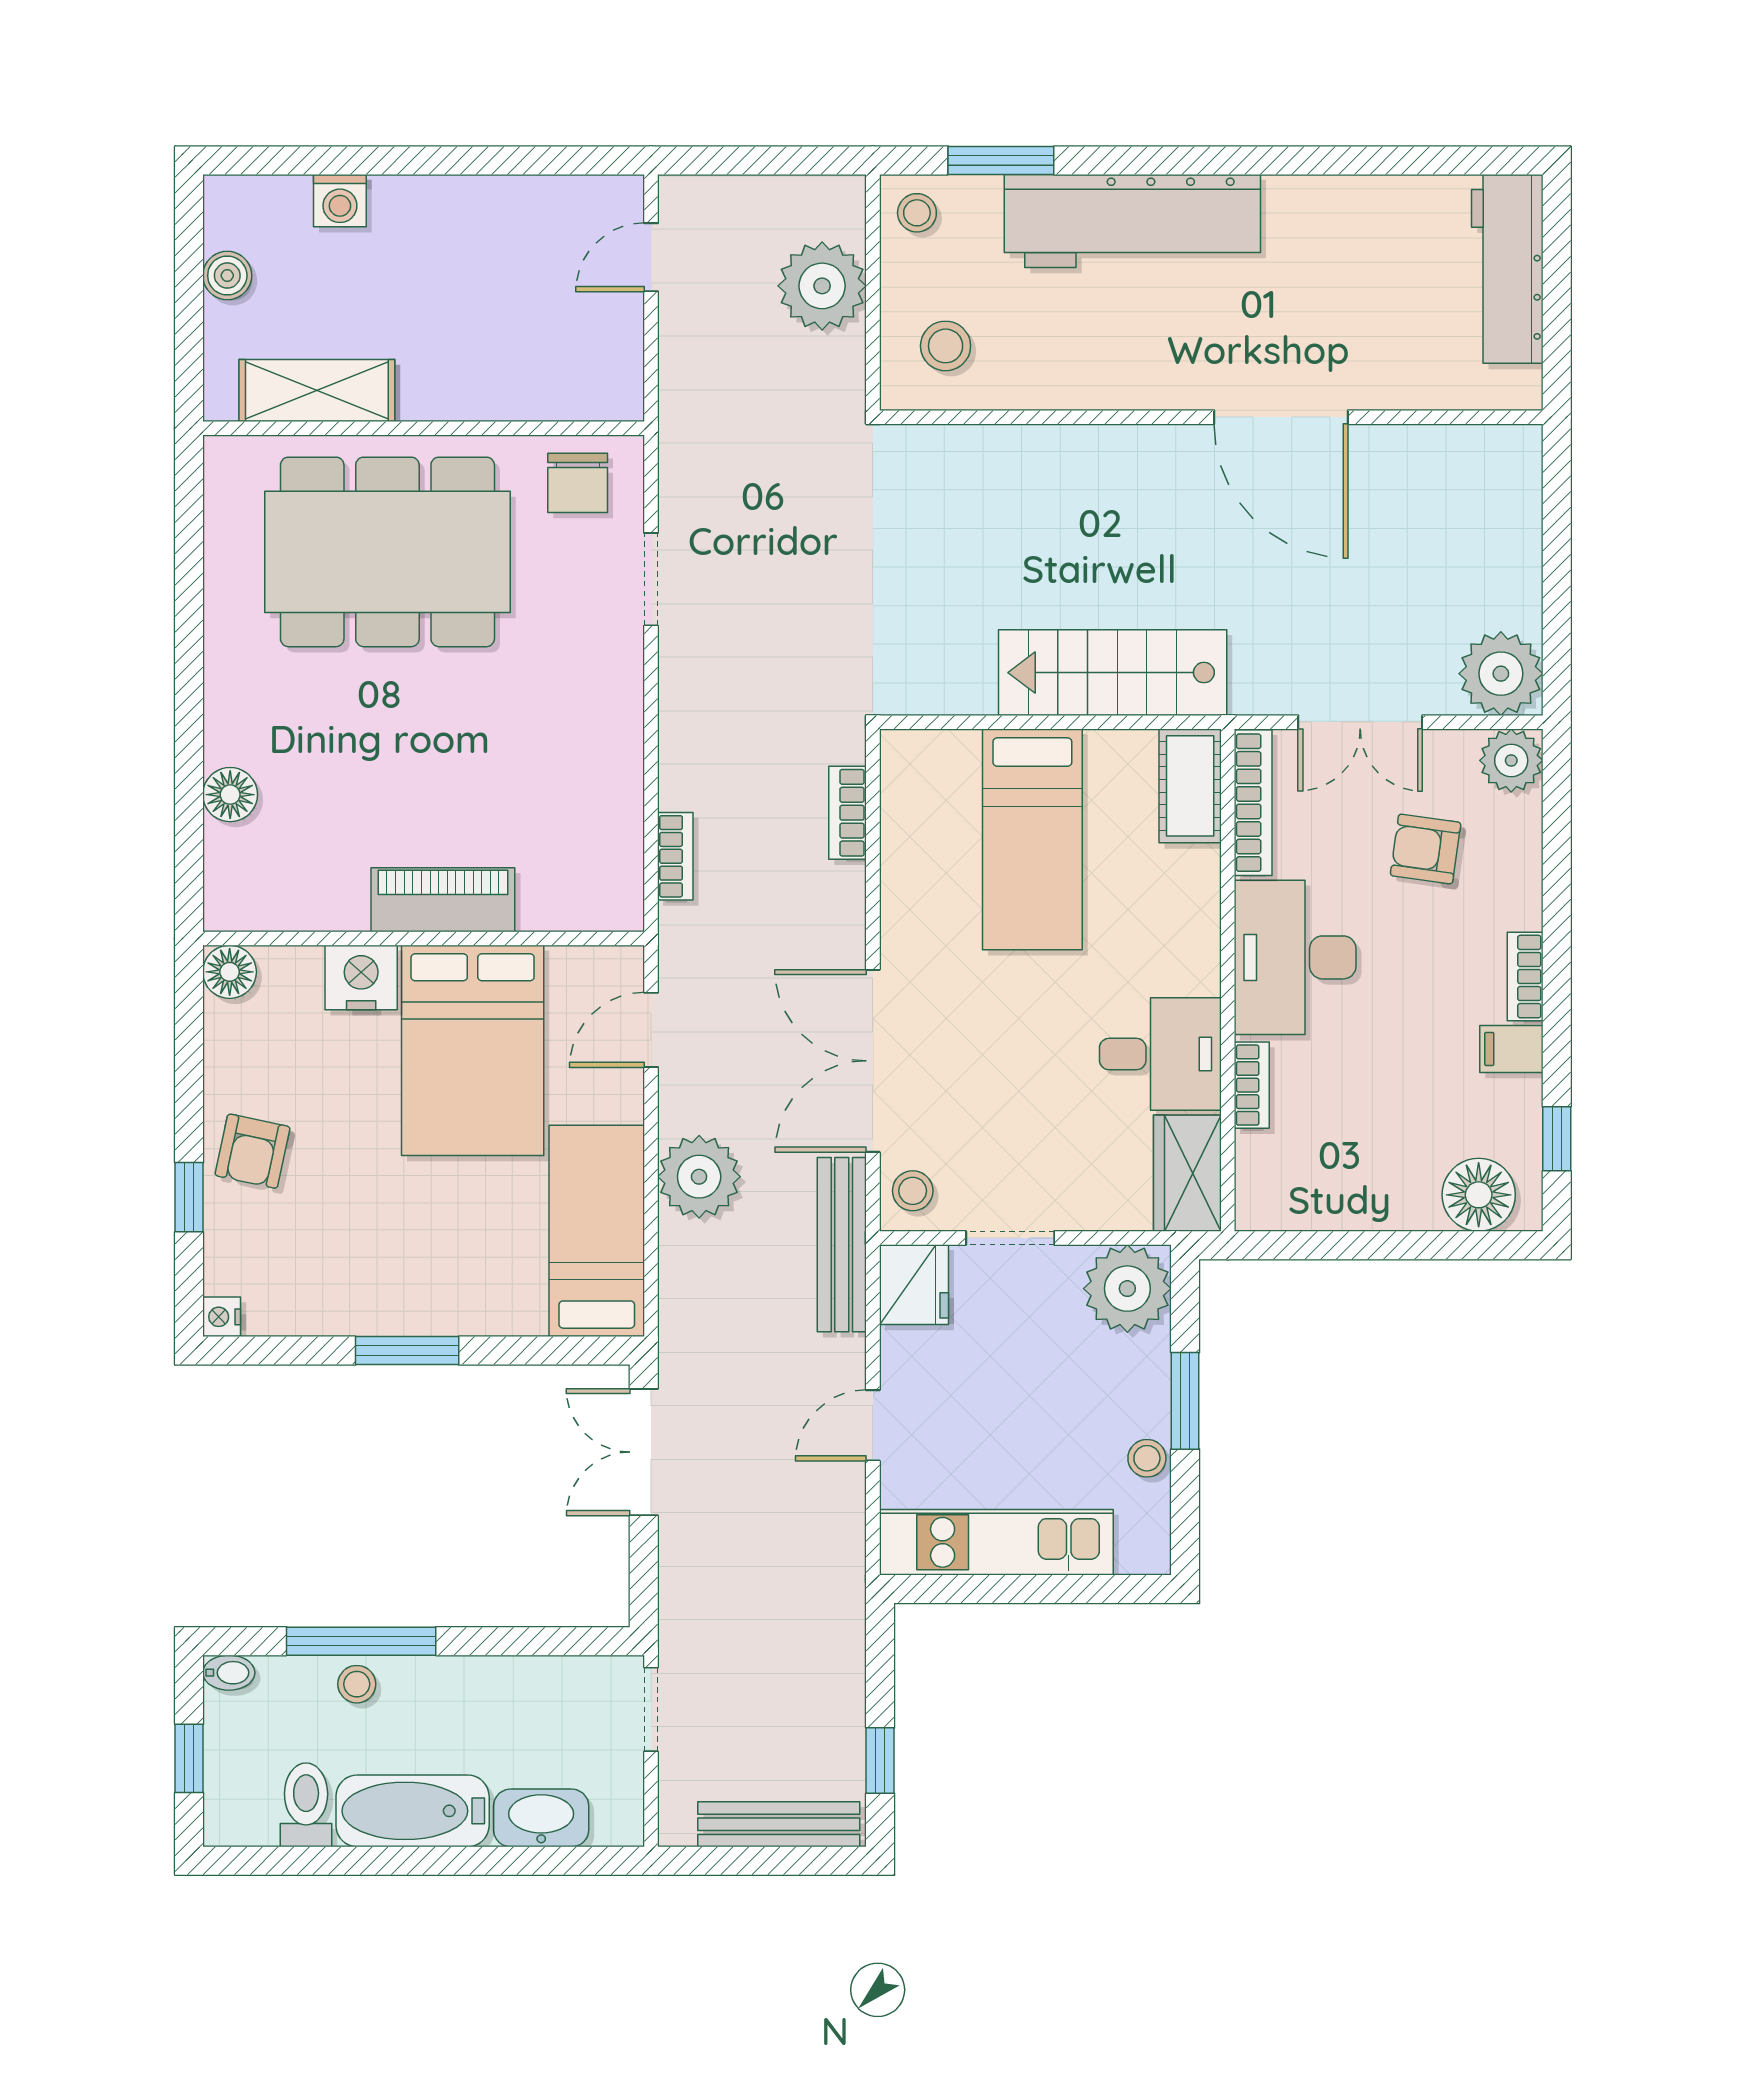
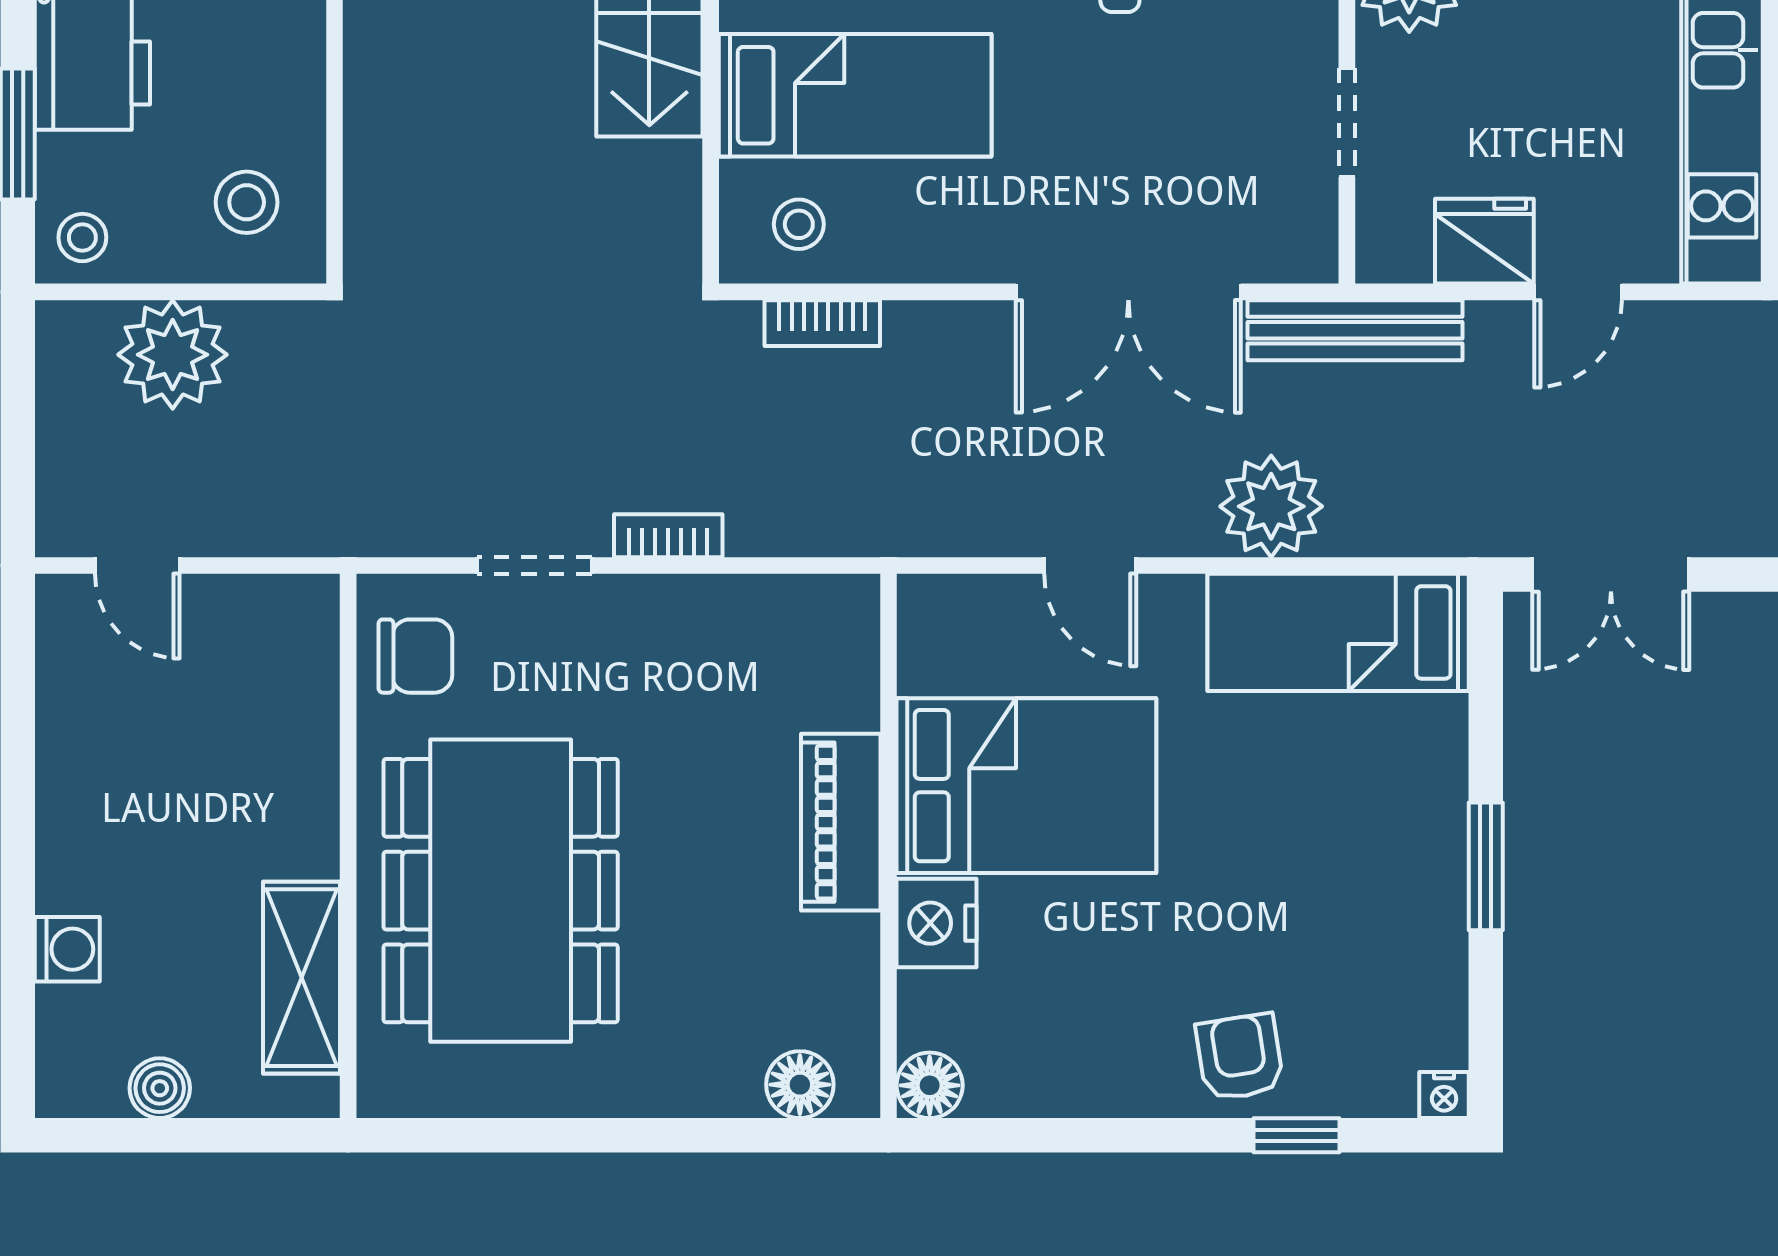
bookcase: (675, 856) -> (668, 536), moved
piano: (443, 900) -> (841, 822), moved
wall: (424, 939) -> (889, 846), moved
floor lamp: (230, 972) -> (930, 1085), moved
nightstand: (361, 977) -> (937, 923), moved
bed: (473, 1050) -> (1026, 786), moved
armchair: (253, 1151) -> (1240, 1057), turned -111
stool: (913, 1191) -> (799, 224), moved
fridge: (914, 1285) -> (1484, 241), moved
door: (873, 1425) -> (1578, 292), hinge flipped

